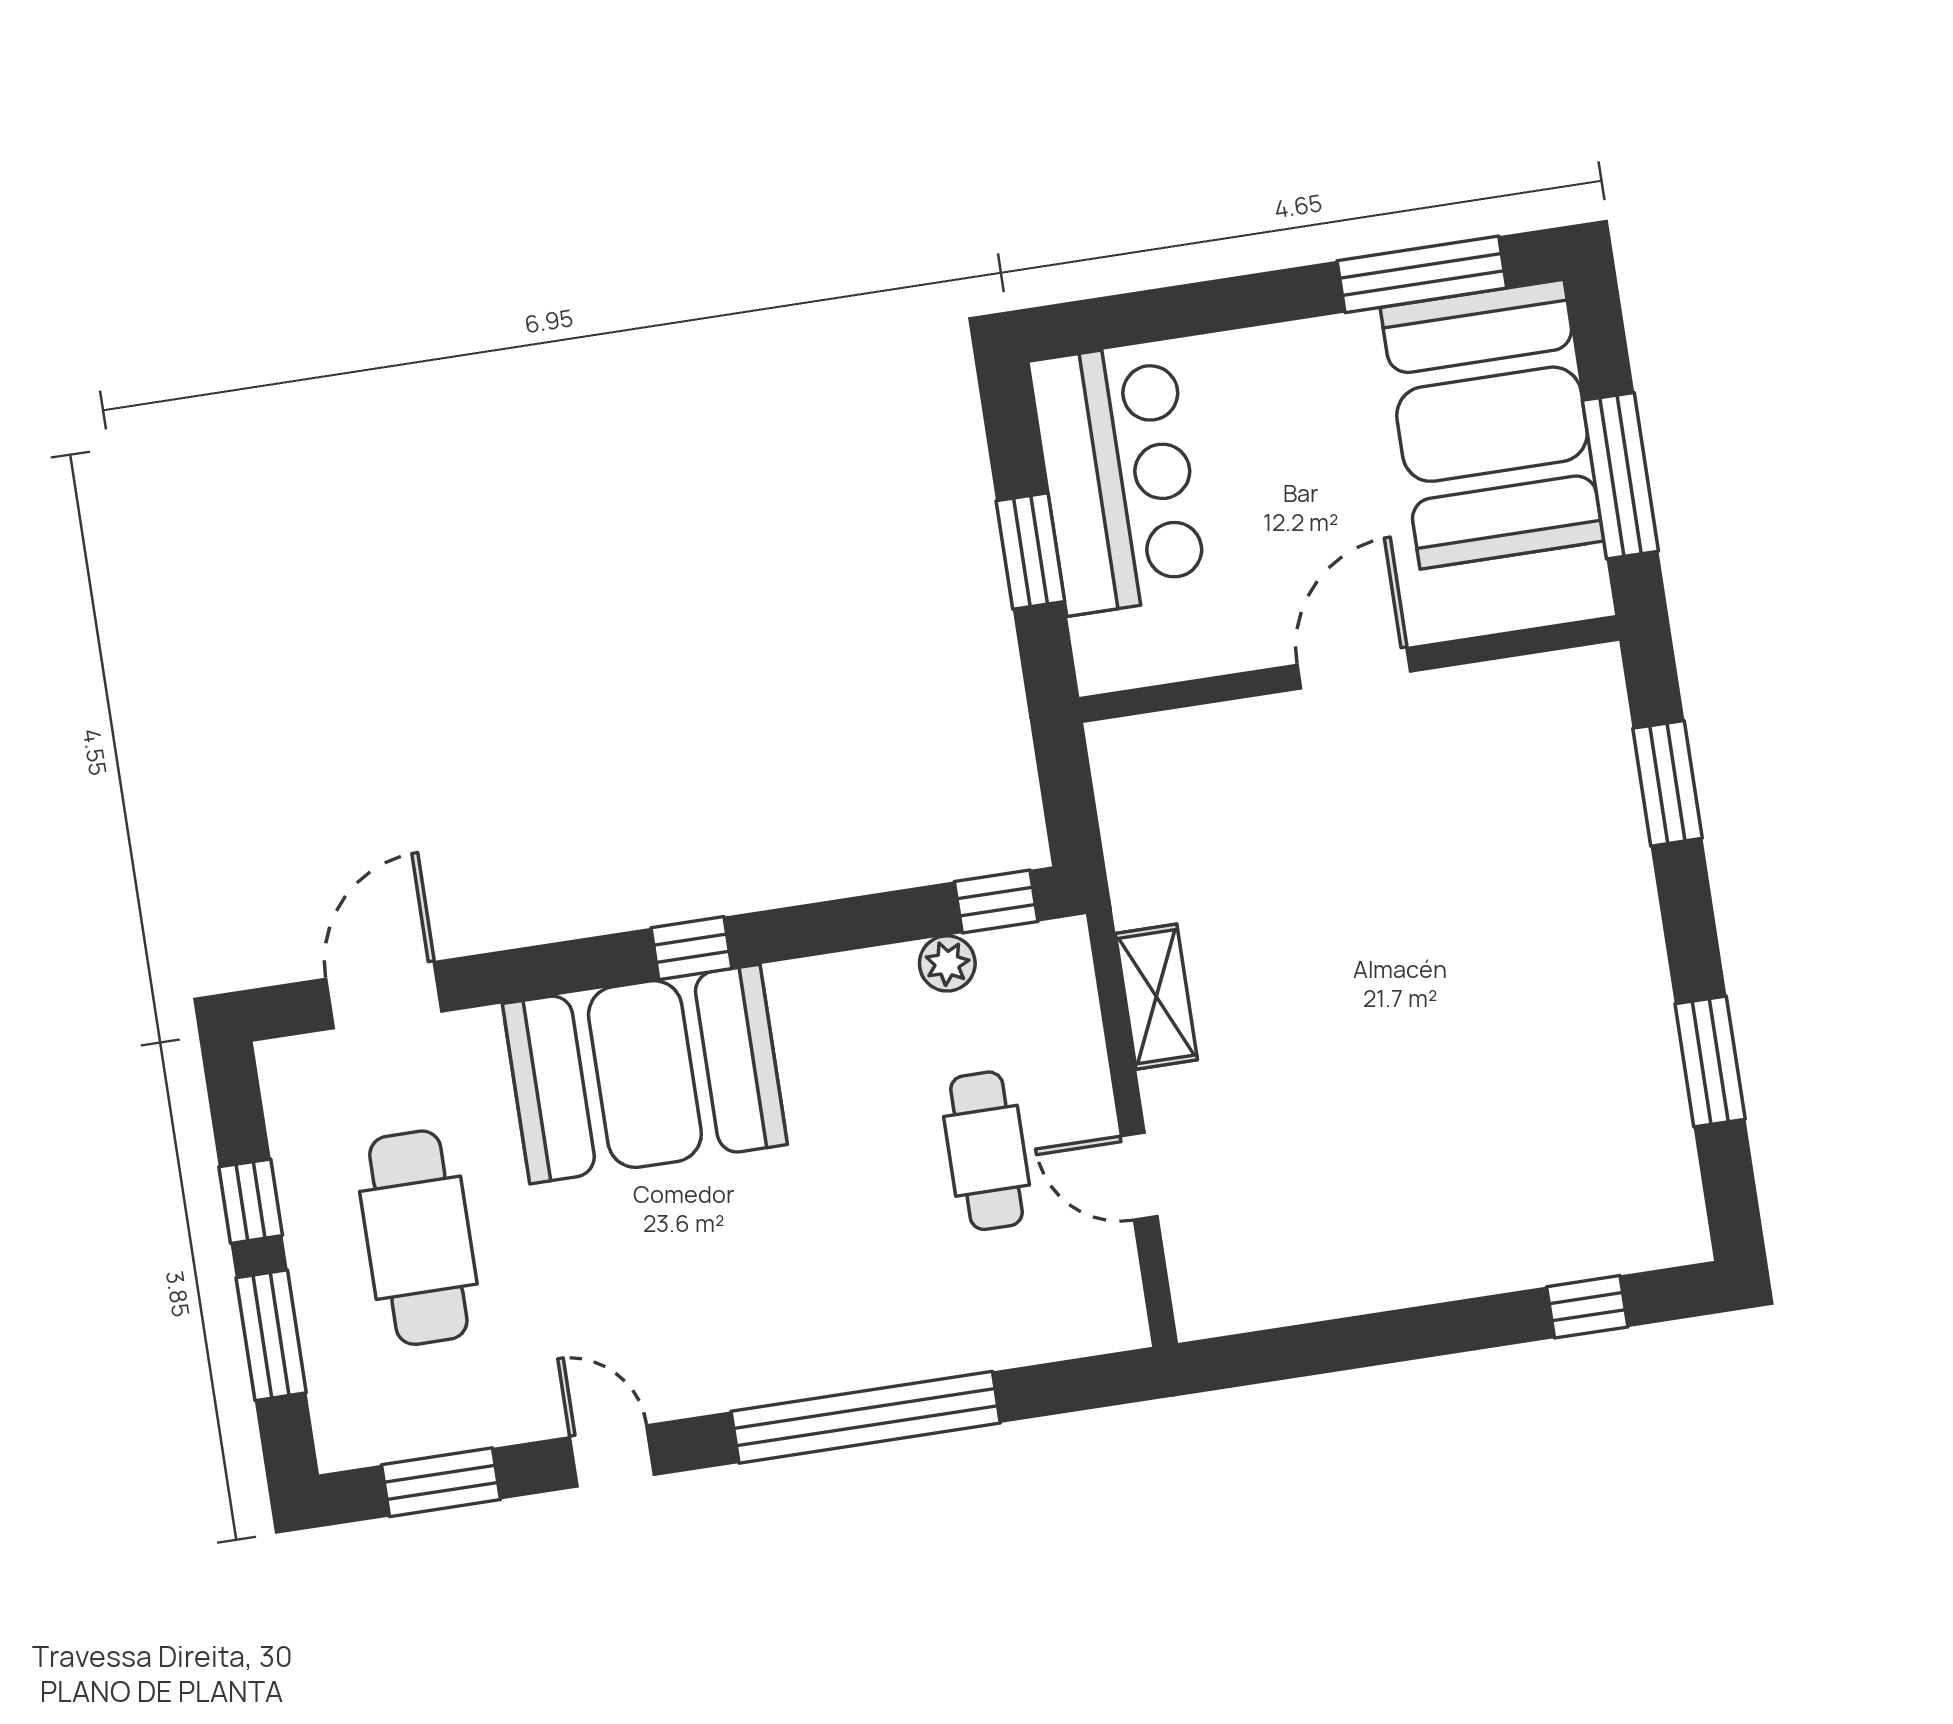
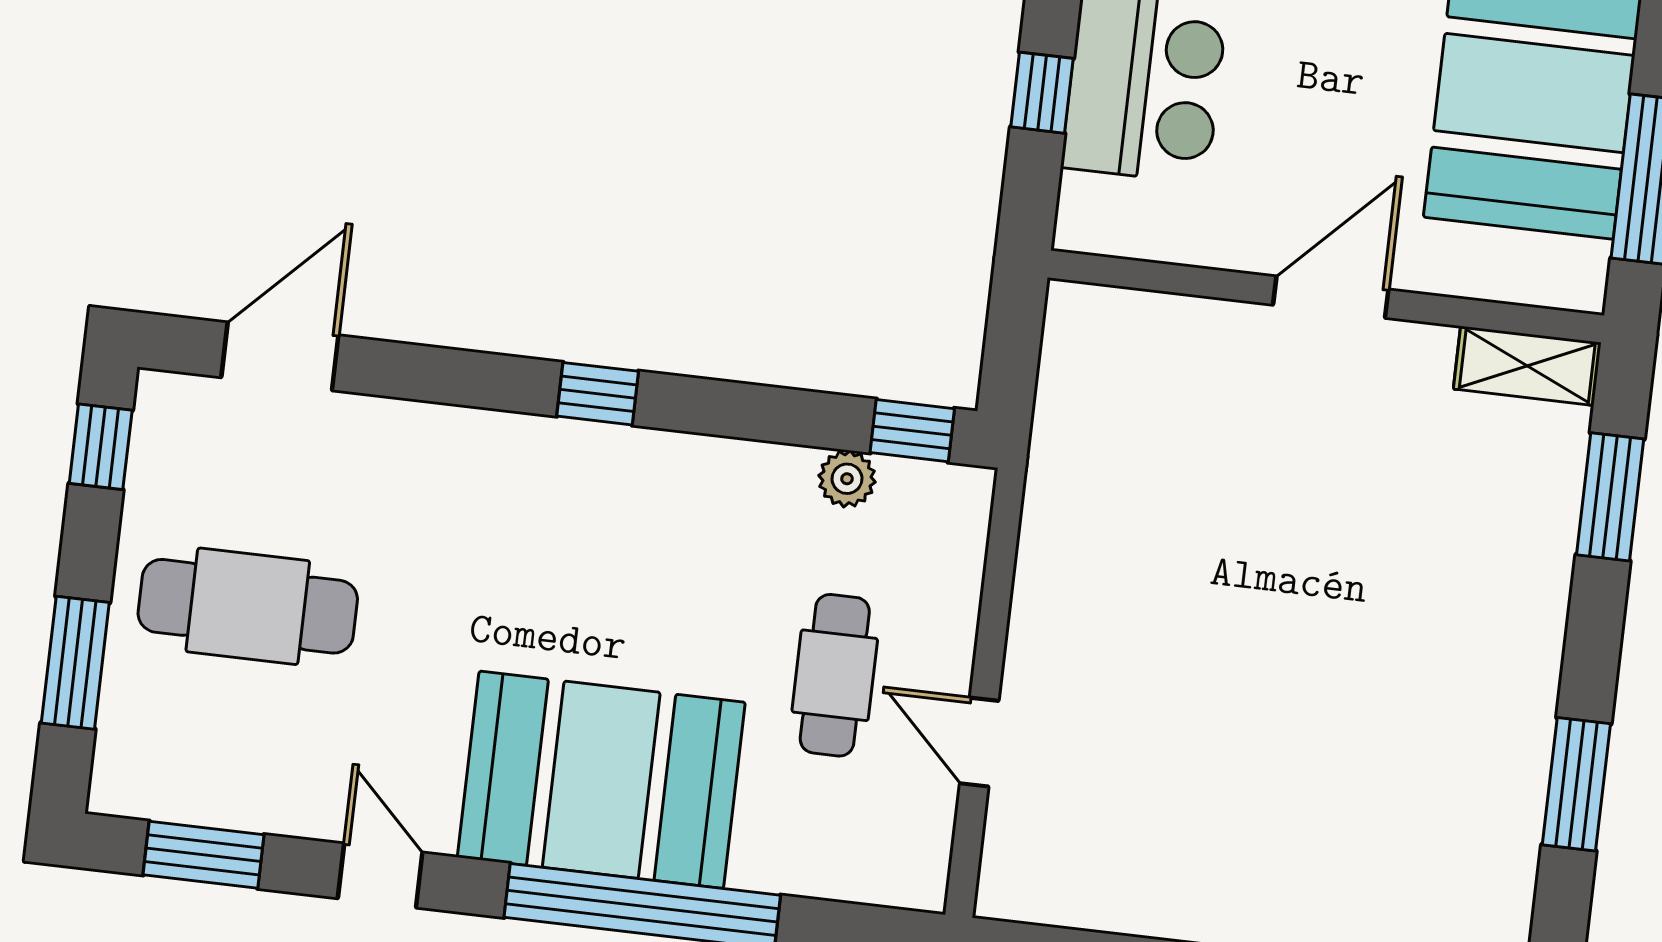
window: (1030, 551) -> (1042, 93), width x0.67
shelving: (1156, 997) -> (1527, 366), moved, turned 90
booth: (645, 1074) -> (601, 780), moved
window: (251, 1201) -> (101, 447), moved
cafe table: (418, 1238) -> (248, 606), turned 90

